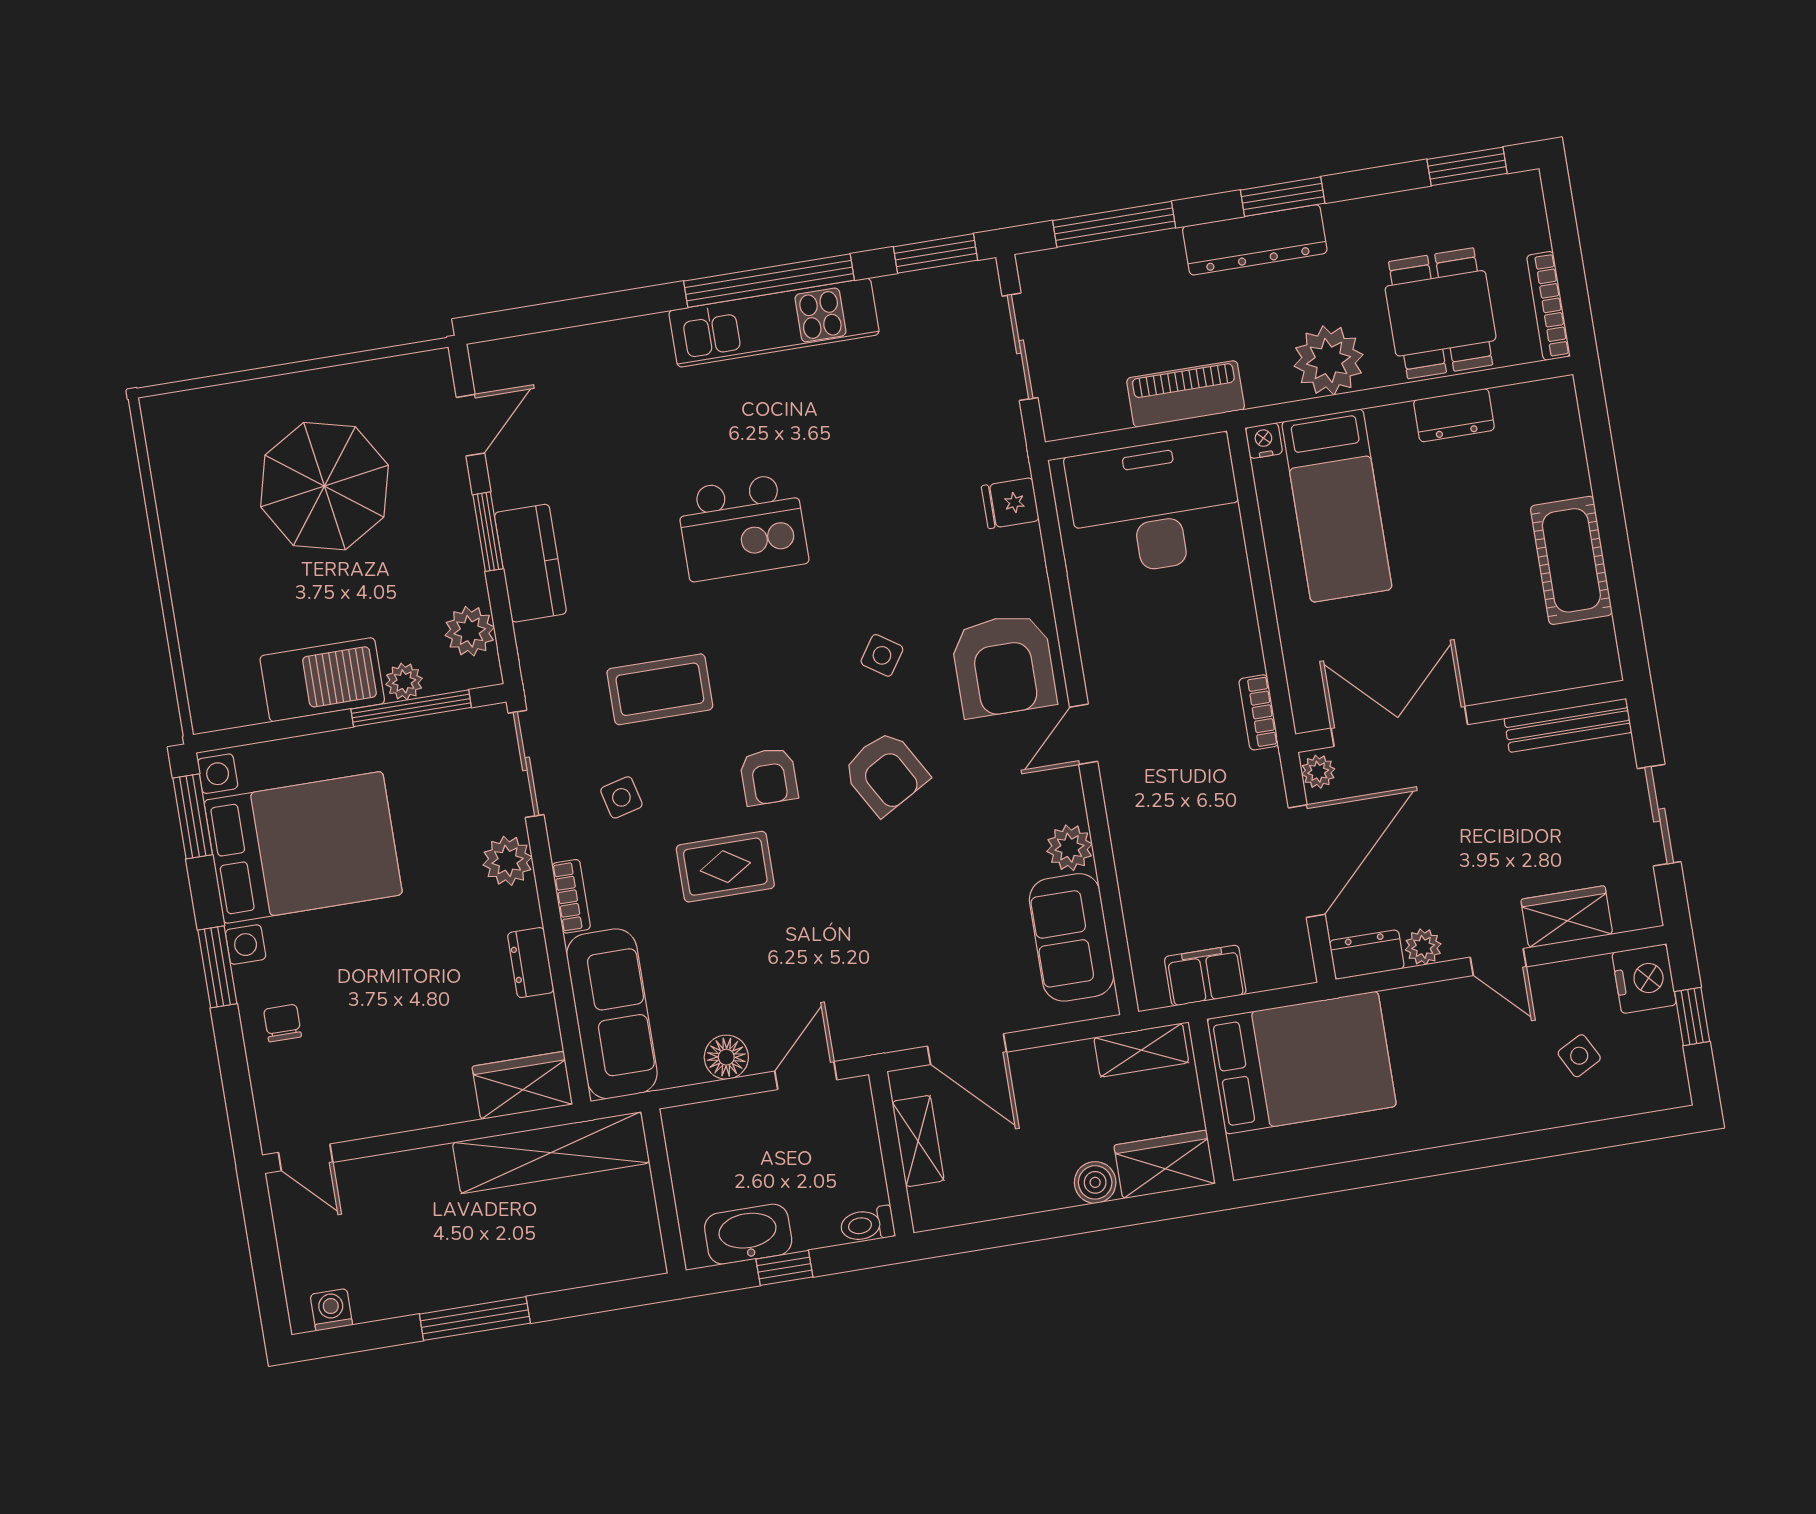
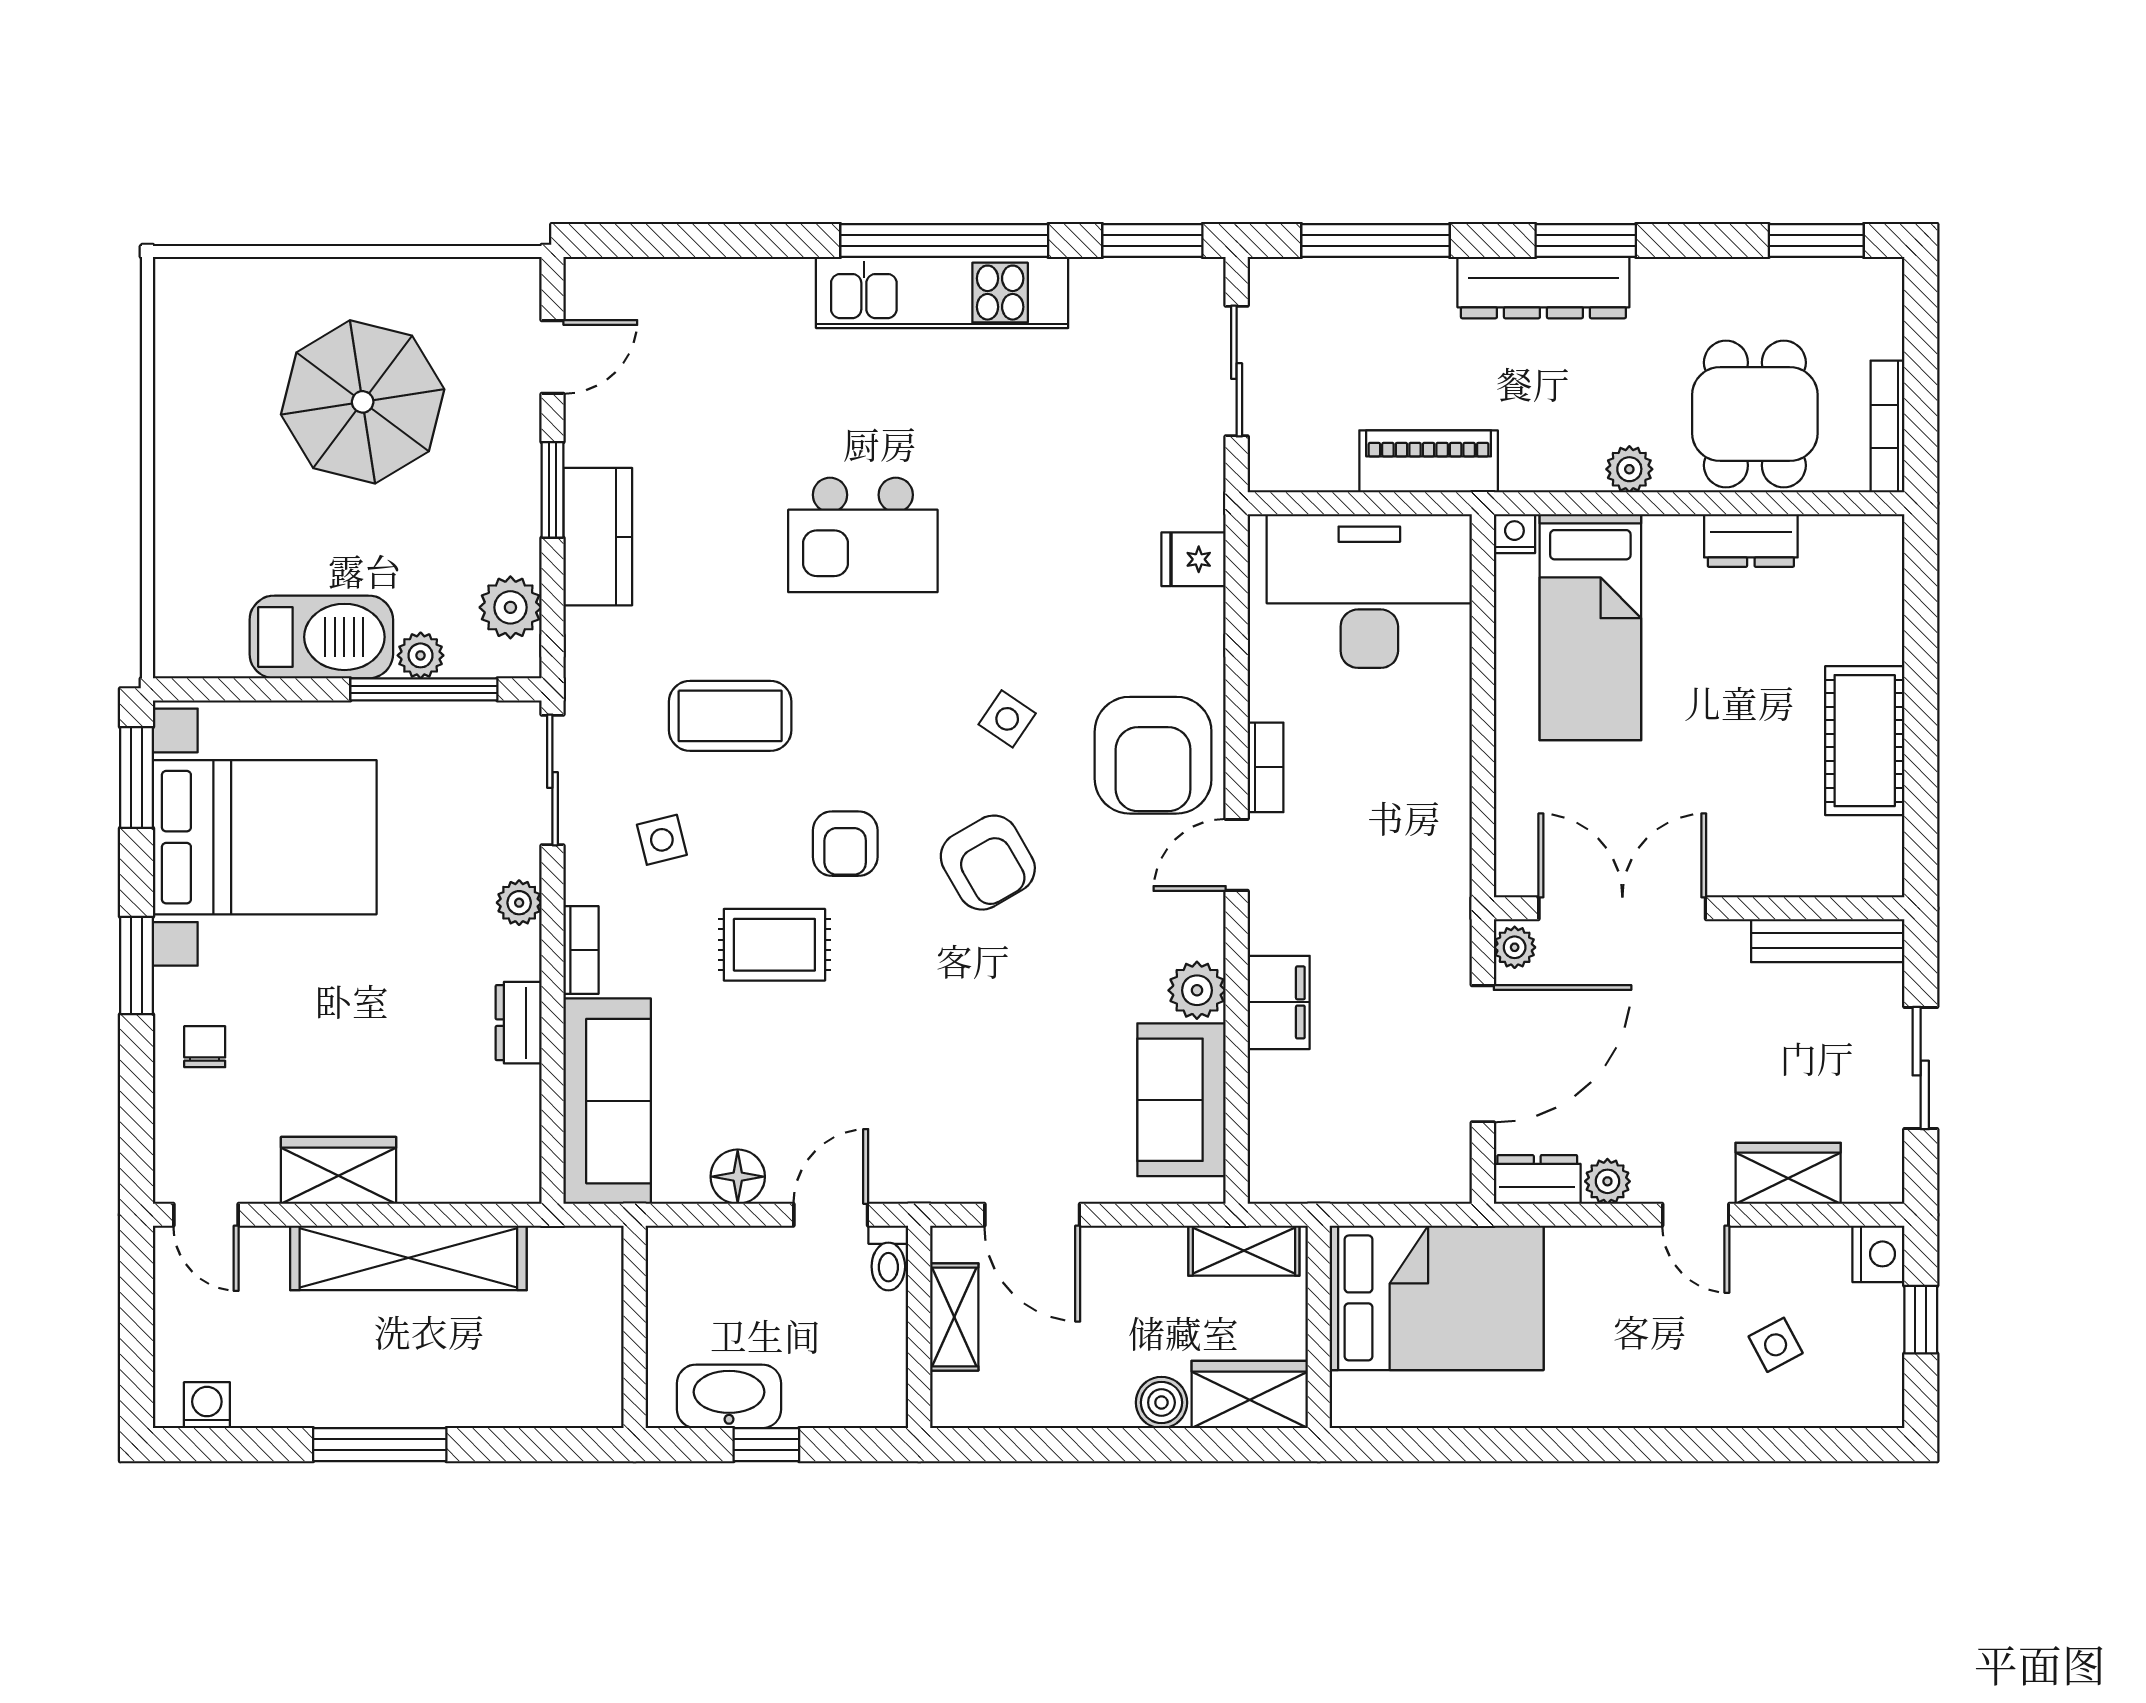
plant: (1329, 360) -> (1629, 469), width x0.53, depth x0.53
bookcase: (1259, 712) -> (1265, 767), moved, turned 180
plant: (508, 861) -> (519, 903), width x0.73, depth x0.73
filing cabinet: (1205, 976) -> (1279, 1002), moved, turned 90
nightstand: (1644, 979) -> (1878, 1254), width x0.74, depth x0.75
wardrobe: (522, 1085) -> (339, 1170), moved
shelving: (551, 1153) -> (408, 1258), moved
toilet: (867, 1225) -> (888, 1258), moved, turned -90

